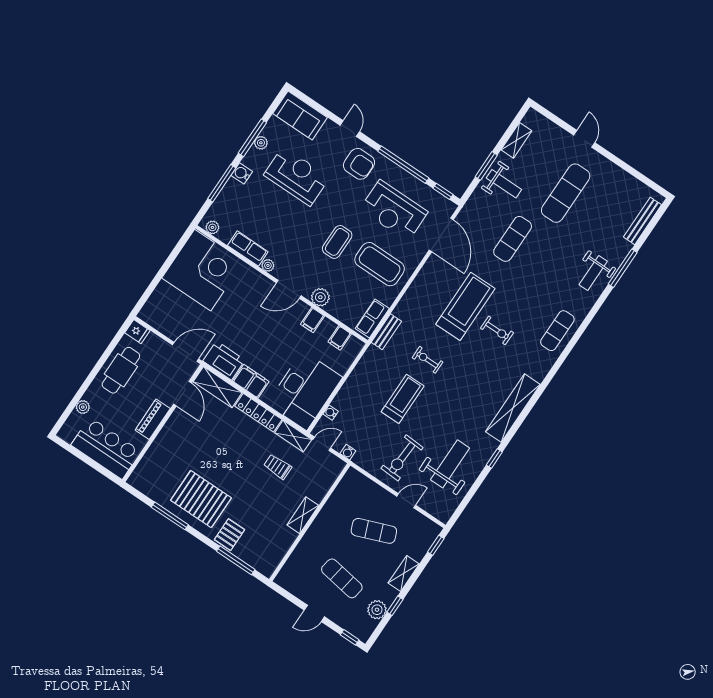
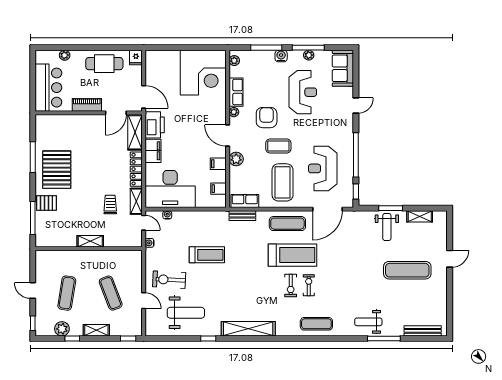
armchair: (359, 164) -> (267, 118), moved, turned 180
exercise mat: (513, 239) -> (287, 224), moved
exercise bike: (427, 360) -> (309, 285), moved

